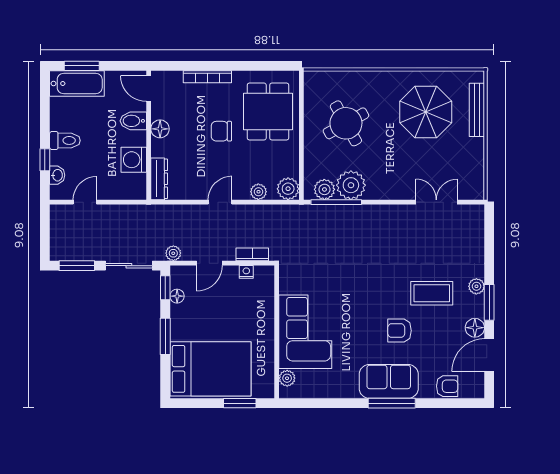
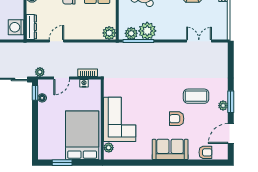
washing machine: (134, 160) -> (16, 27), moved
plant: (258, 192) -> (91, 35), removed
door: (220, 202) -> (56, 41), moved
plant: (476, 286) -> (223, 106), moved
floor lamp: (475, 328) -> (222, 117), removed
window: (165, 336) -> (35, 122), removed
bed: (210, 369) -> (82, 135), moved, turned -90
window: (240, 403) -> (62, 163), moved
window: (392, 403) -> (172, 163), removed

